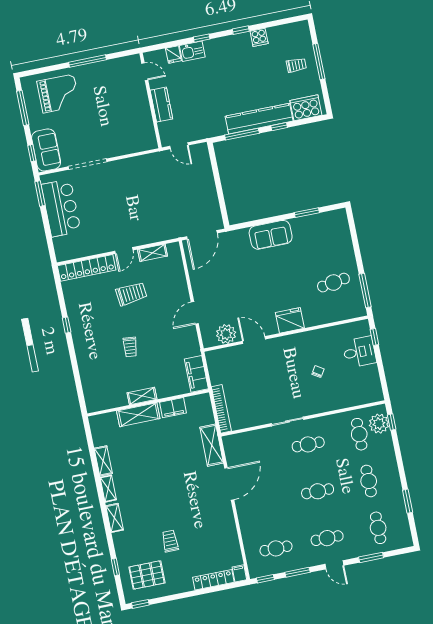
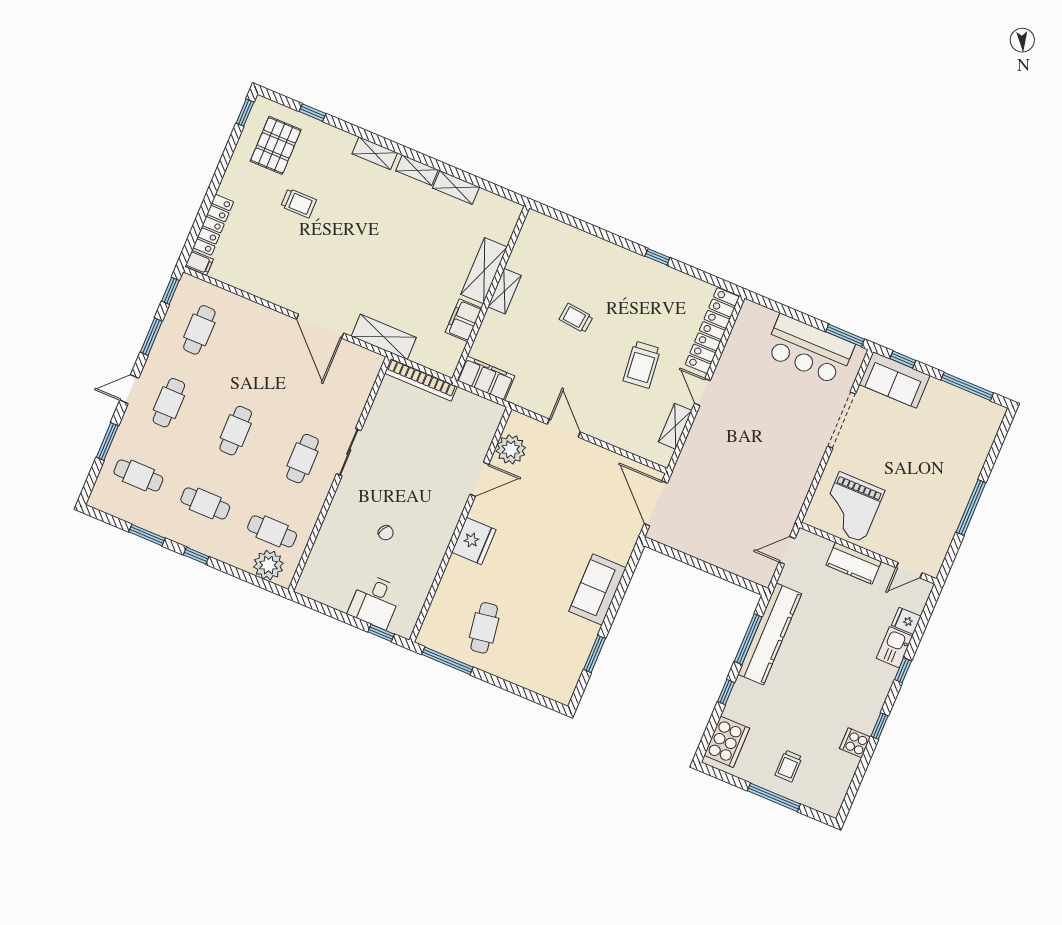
grand piano: (58, 94) -> (851, 507), moved
kitchen counter: (259, 119) -> (770, 634), moved
window: (392, 422) -> (196, 556), moved

